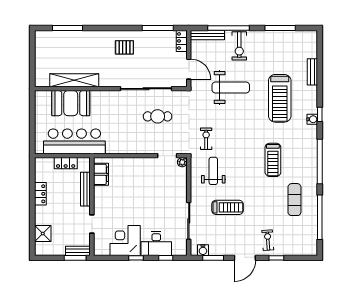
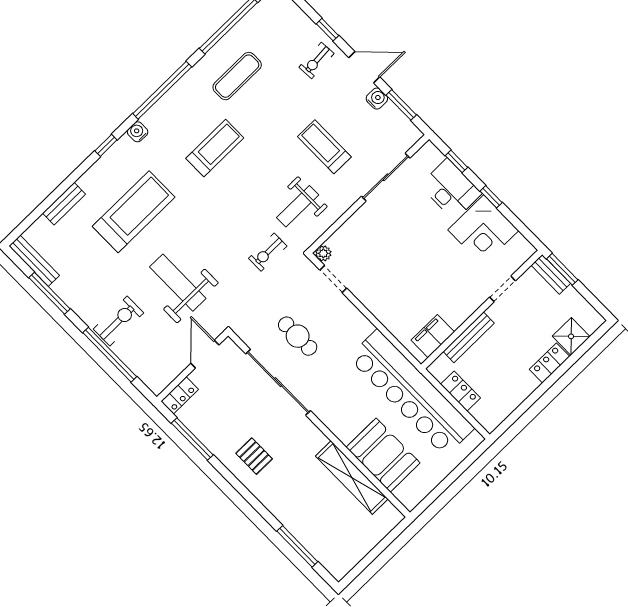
bench: (207, 35) -> (34, 261), moved
water cooler: (312, 119) -> (138, 132), moved
bar counter: (74, 141) -> (411, 393), width x1.36
locker: (40, 194) -> (550, 363), moved
water cooler: (203, 250) -> (377, 99), moved

